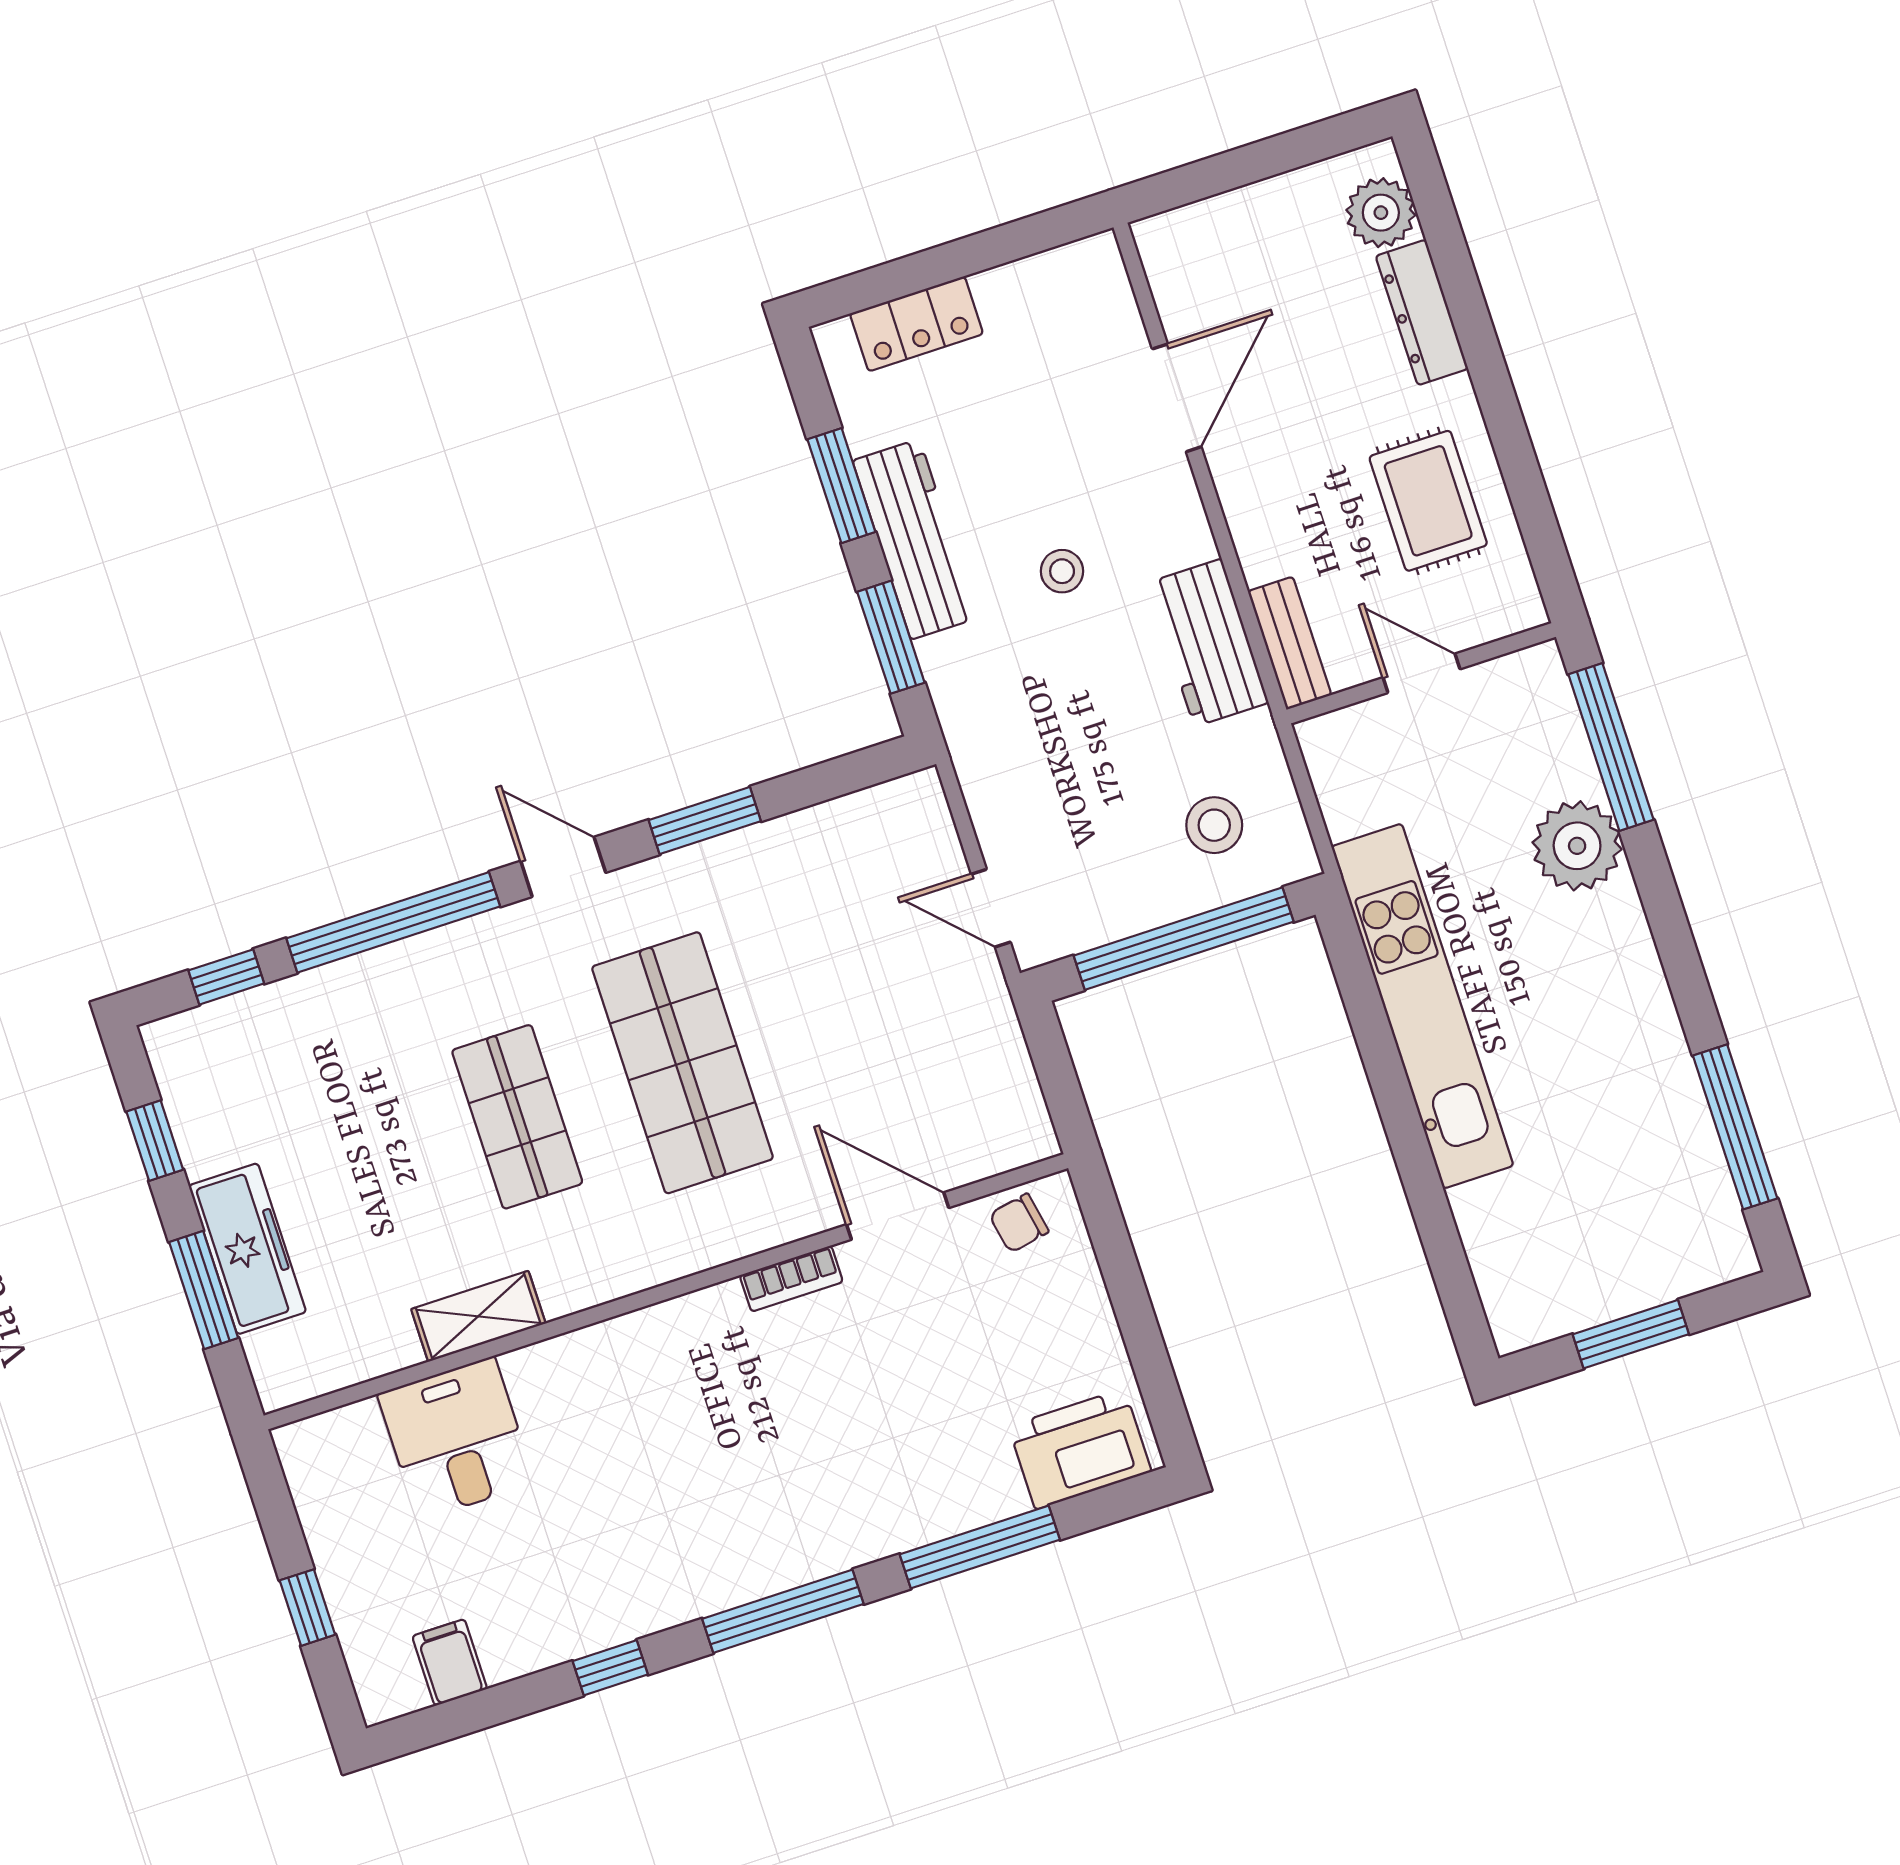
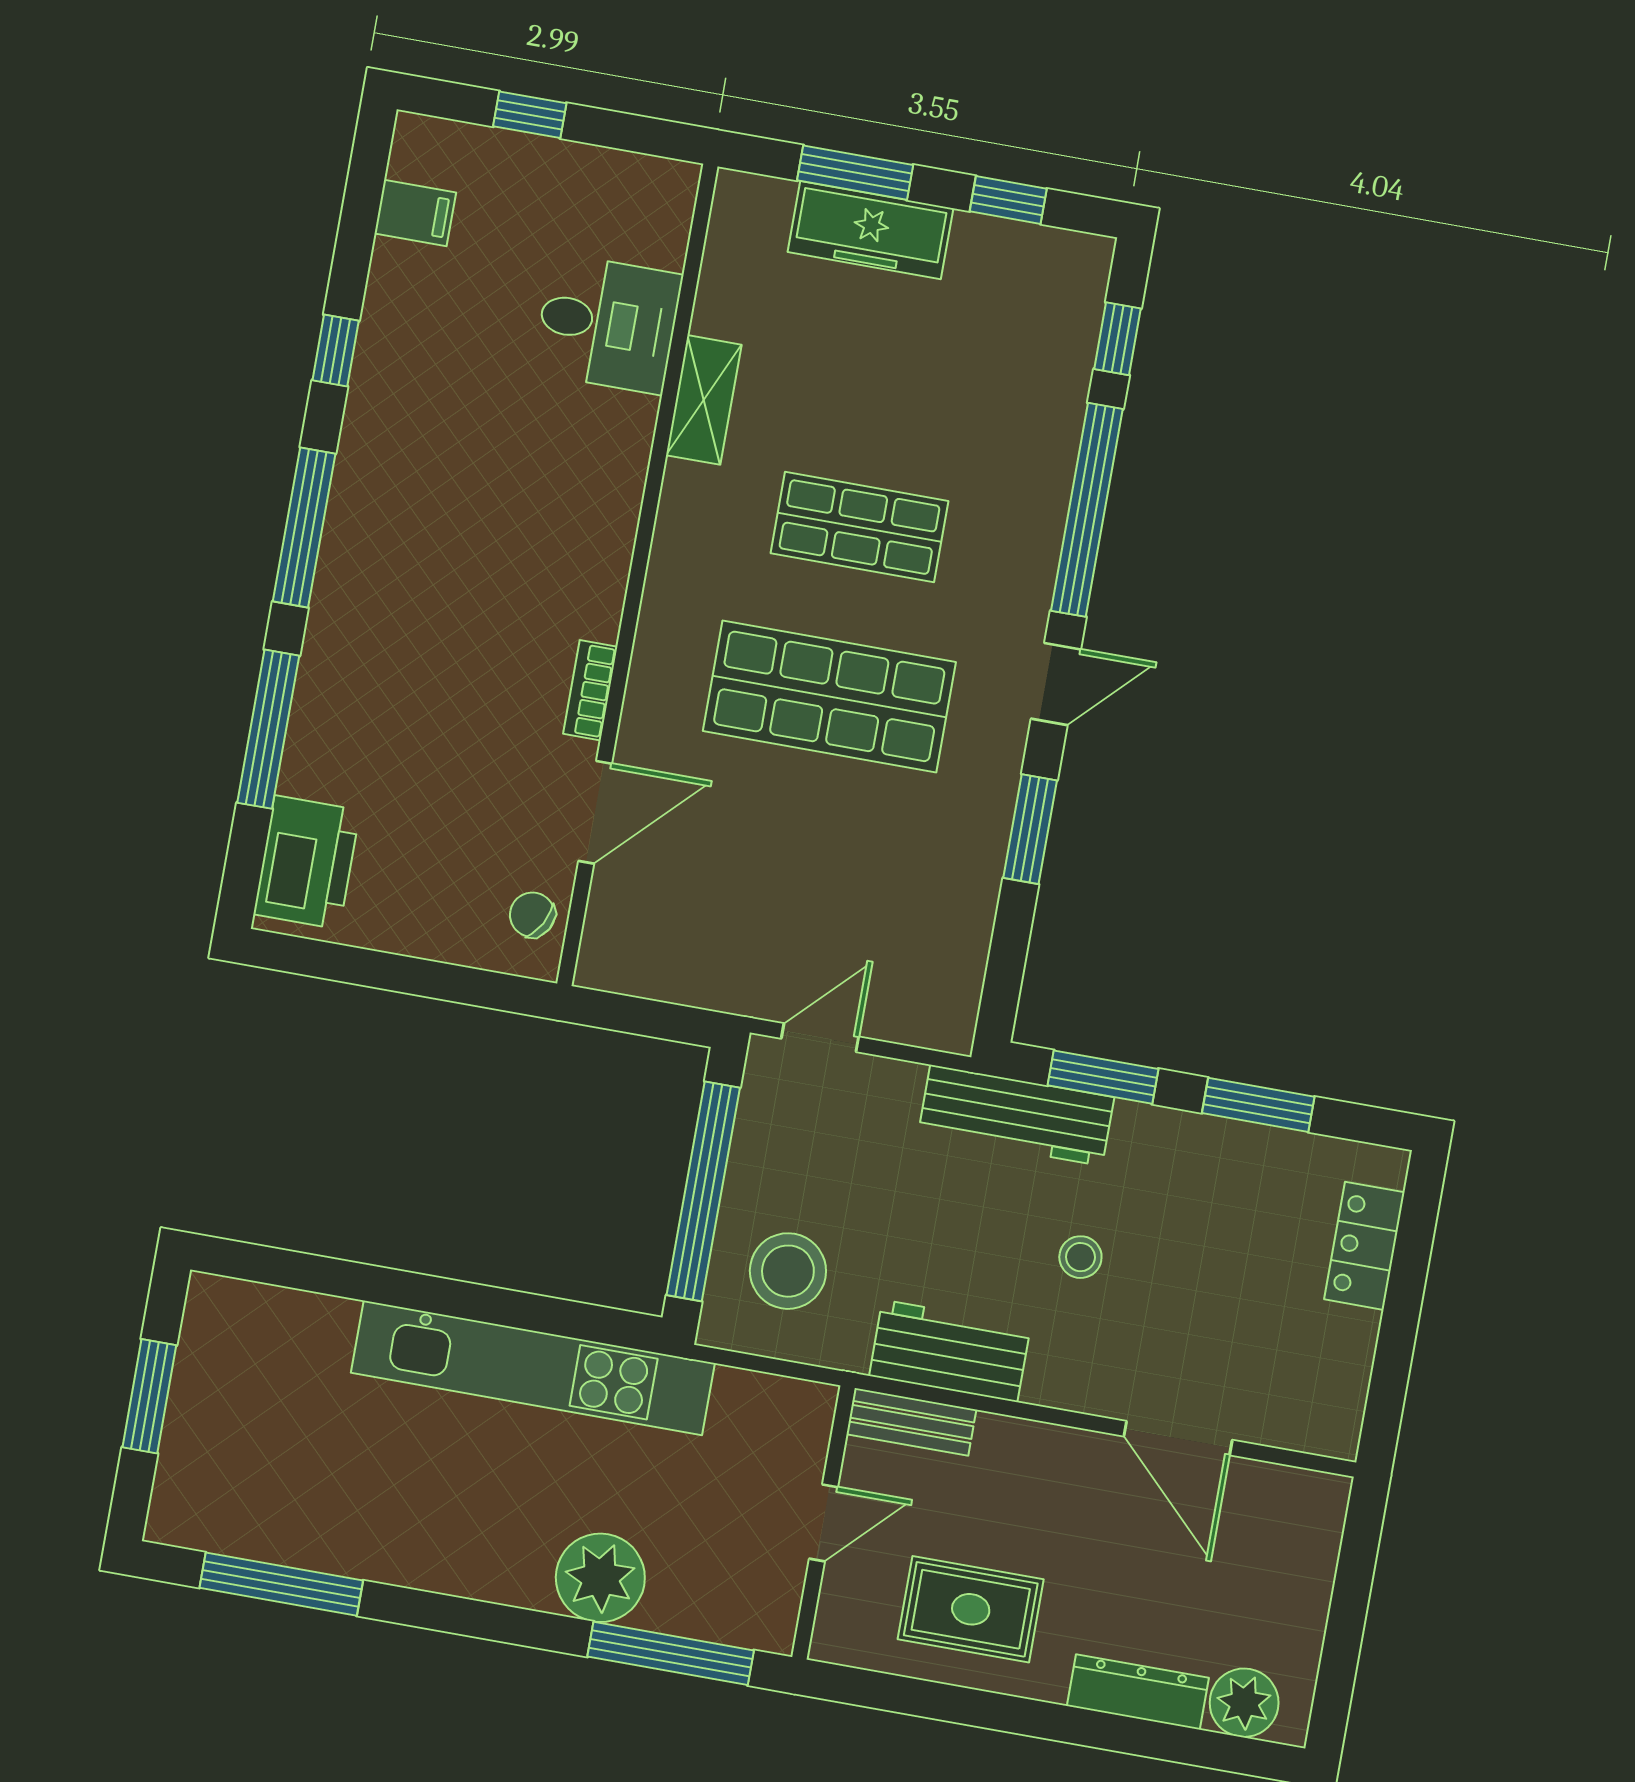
workbench: (915, 539) -> (1016, 1115), moved
stool: (1214, 825) -> (788, 1271), width x1.38, depth x1.38
chair: (1019, 1223) -> (532, 915), turned -50

